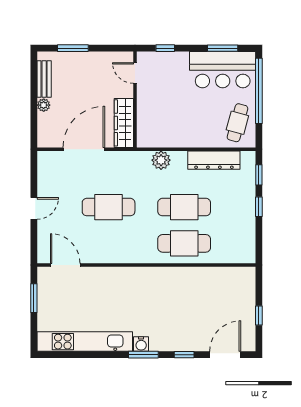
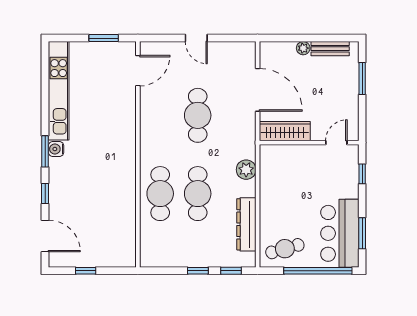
cafe table: (237, 123) -> (285, 249), turned -31

